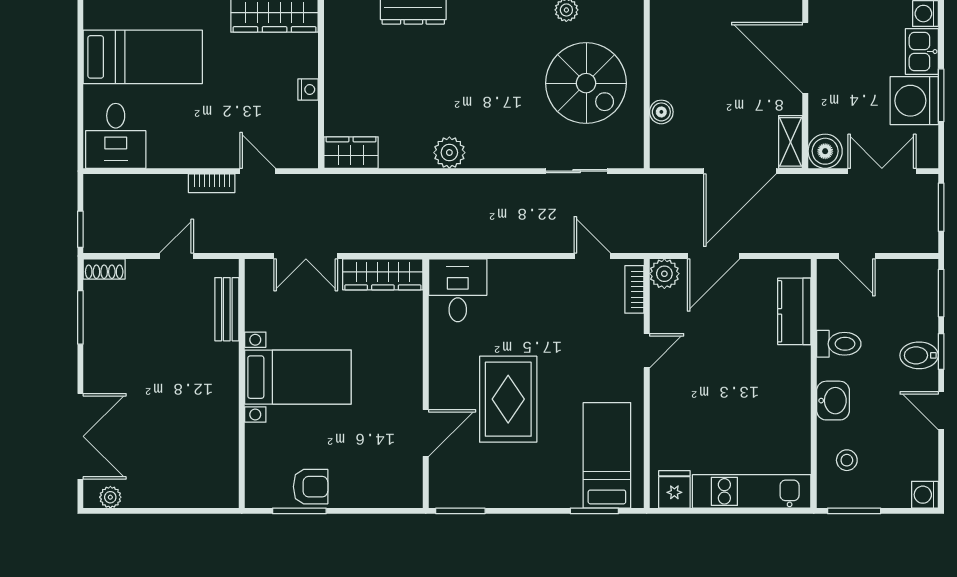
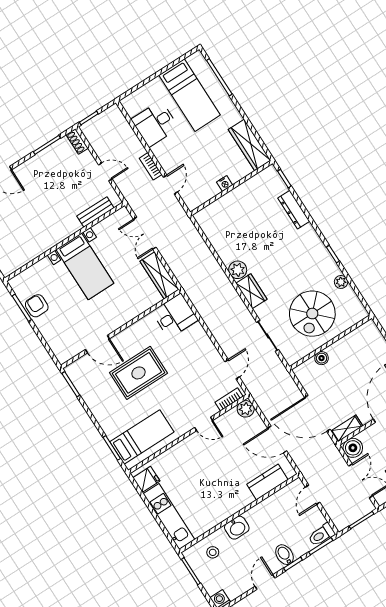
desk: (116, 136) -> (155, 124), moved
wardrobe: (351, 153) -> (251, 291), moved
door: (714, 256) -> (277, 440), moved
toilet: (839, 344) -> (322, 535), moved, turned 90
armchair: (311, 487) -> (37, 306), turned 180

